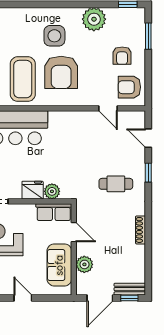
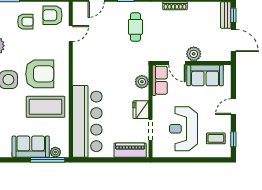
armchair: (129, 87) -> (52, 15), turned 90
fridge: (33, 190) -> (141, 110), moved
door: (74, 232) -> (177, 63), swing flipped
plant: (84, 264) -> (194, 54), moved

